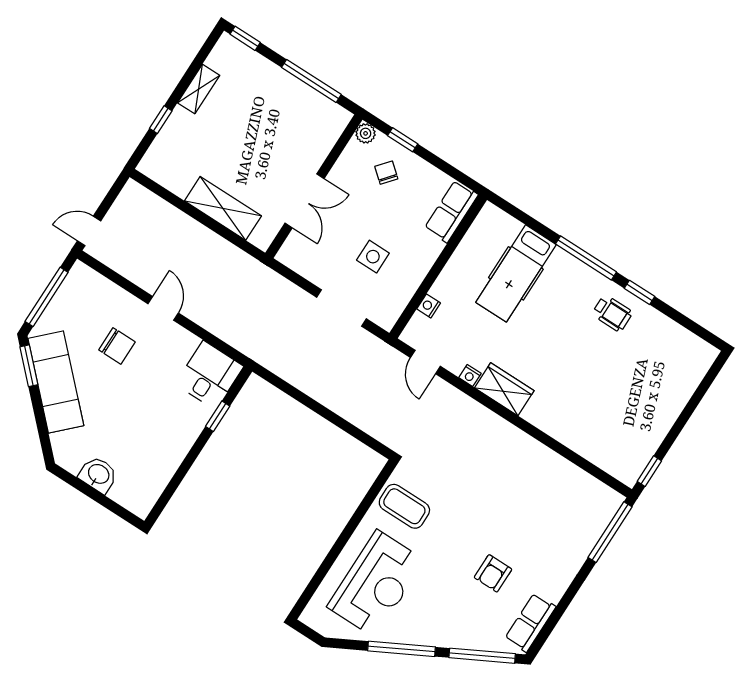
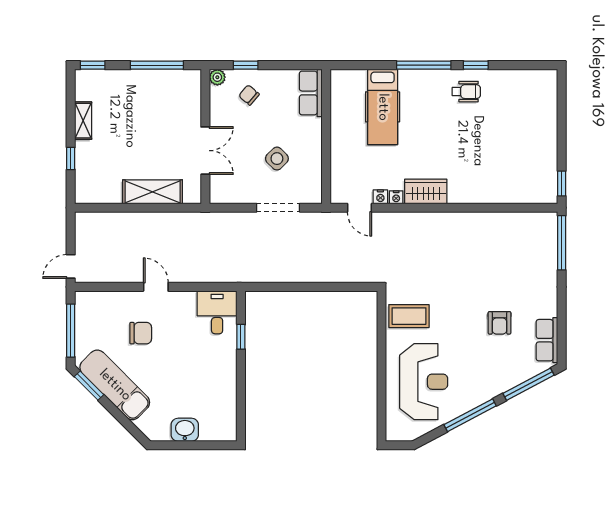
side table: (373, 257) -> (277, 159), turned 45
nightstand: (429, 306) -> (380, 197), moved, turned -90

